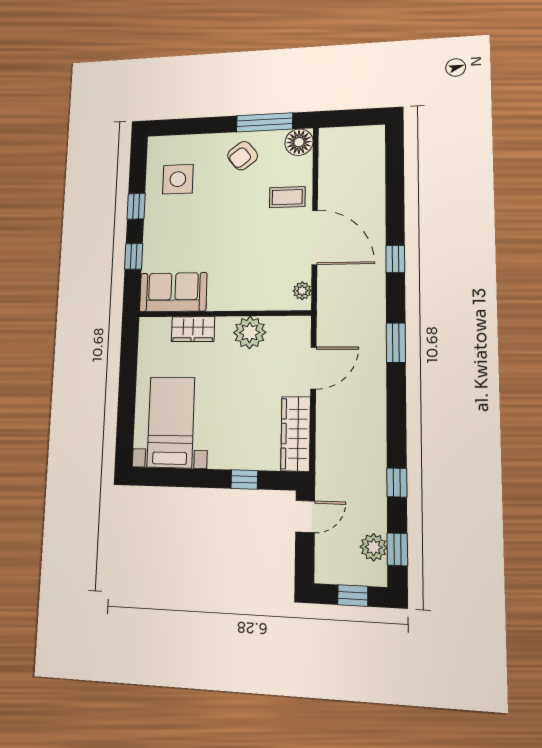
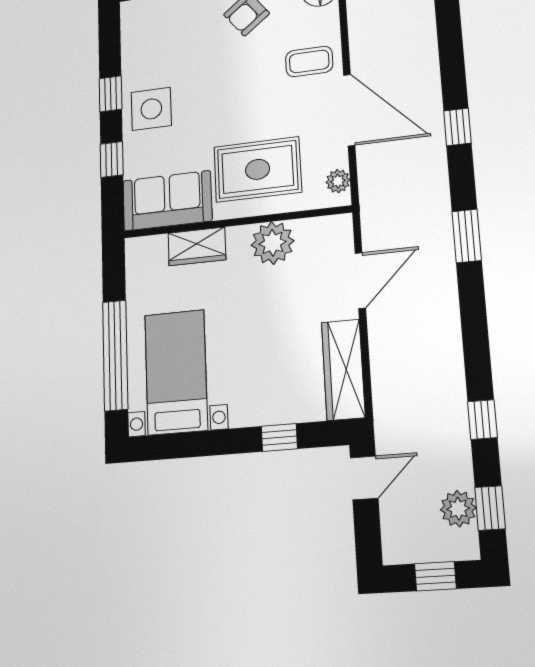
side table: (178, 179) -> (151, 109), moved
rug: (242, 275) -> (258, 169), added
window: (127, 405) -> (115, 355), added

